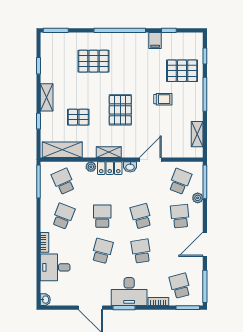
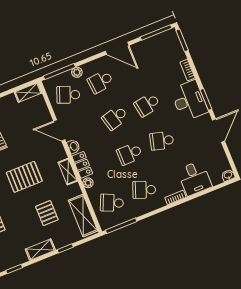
shelving: (197, 134) -> (28, 93), moved
school desk: (63, 181) -> (112, 203), turned 48
school desk: (180, 286) -> (165, 56), removed

